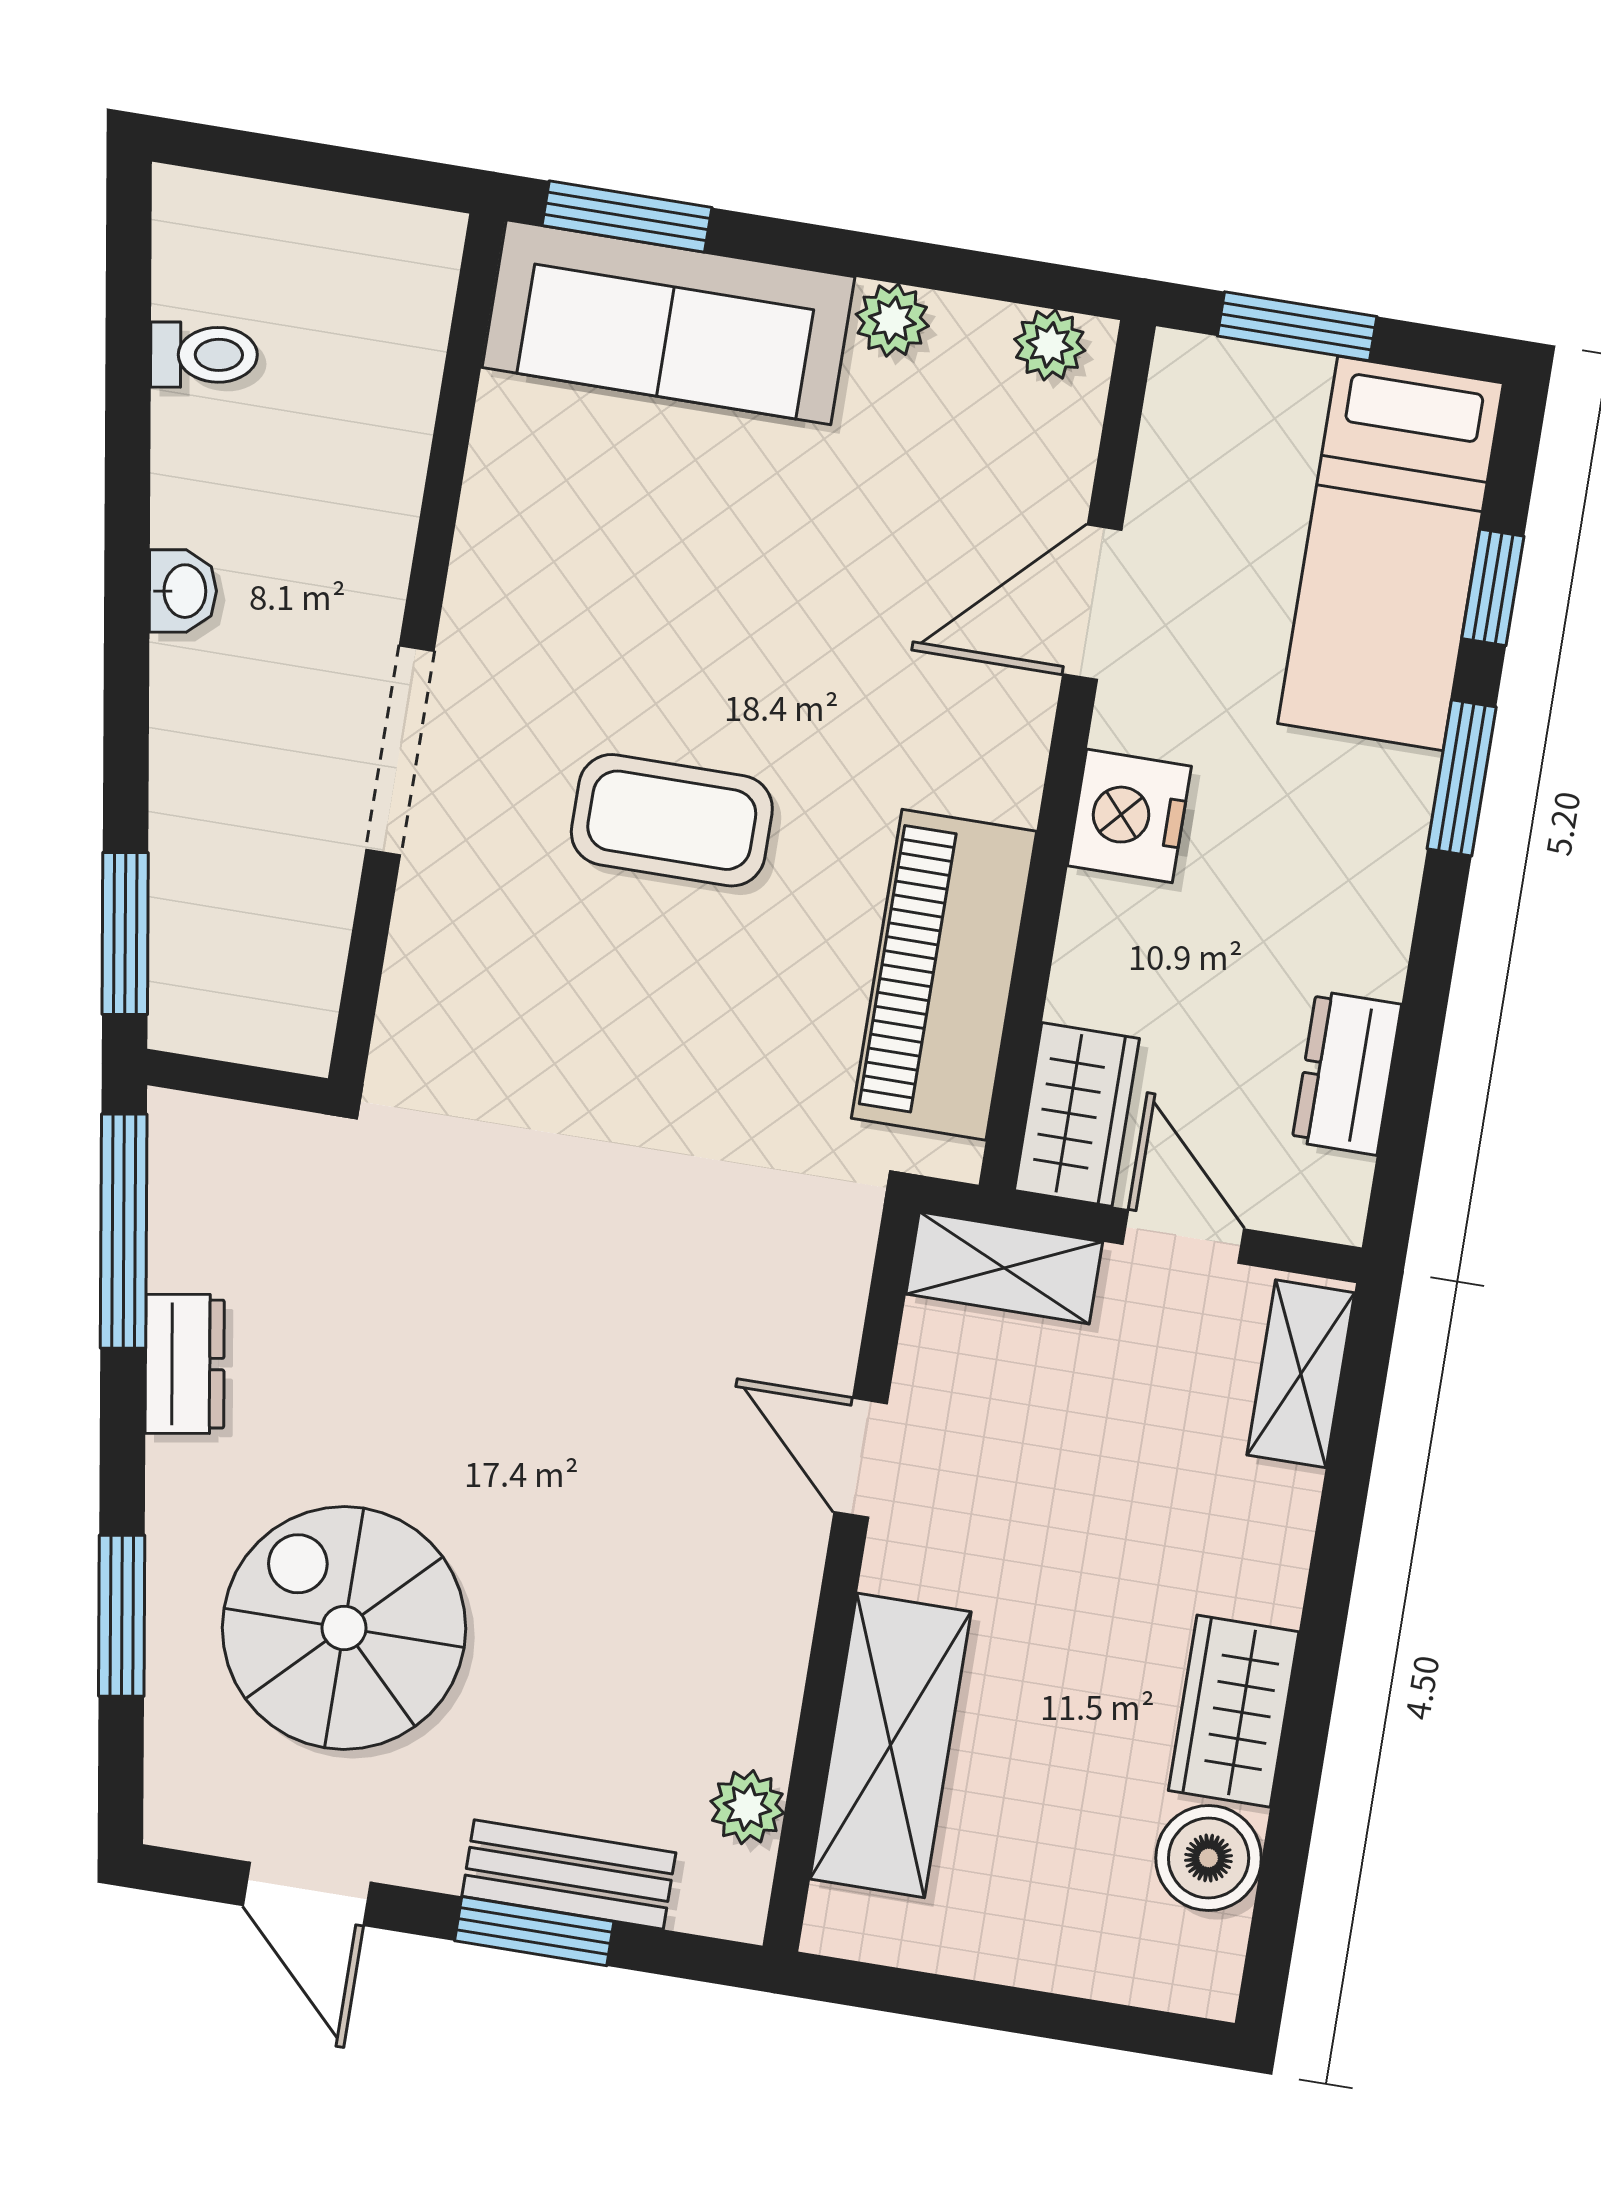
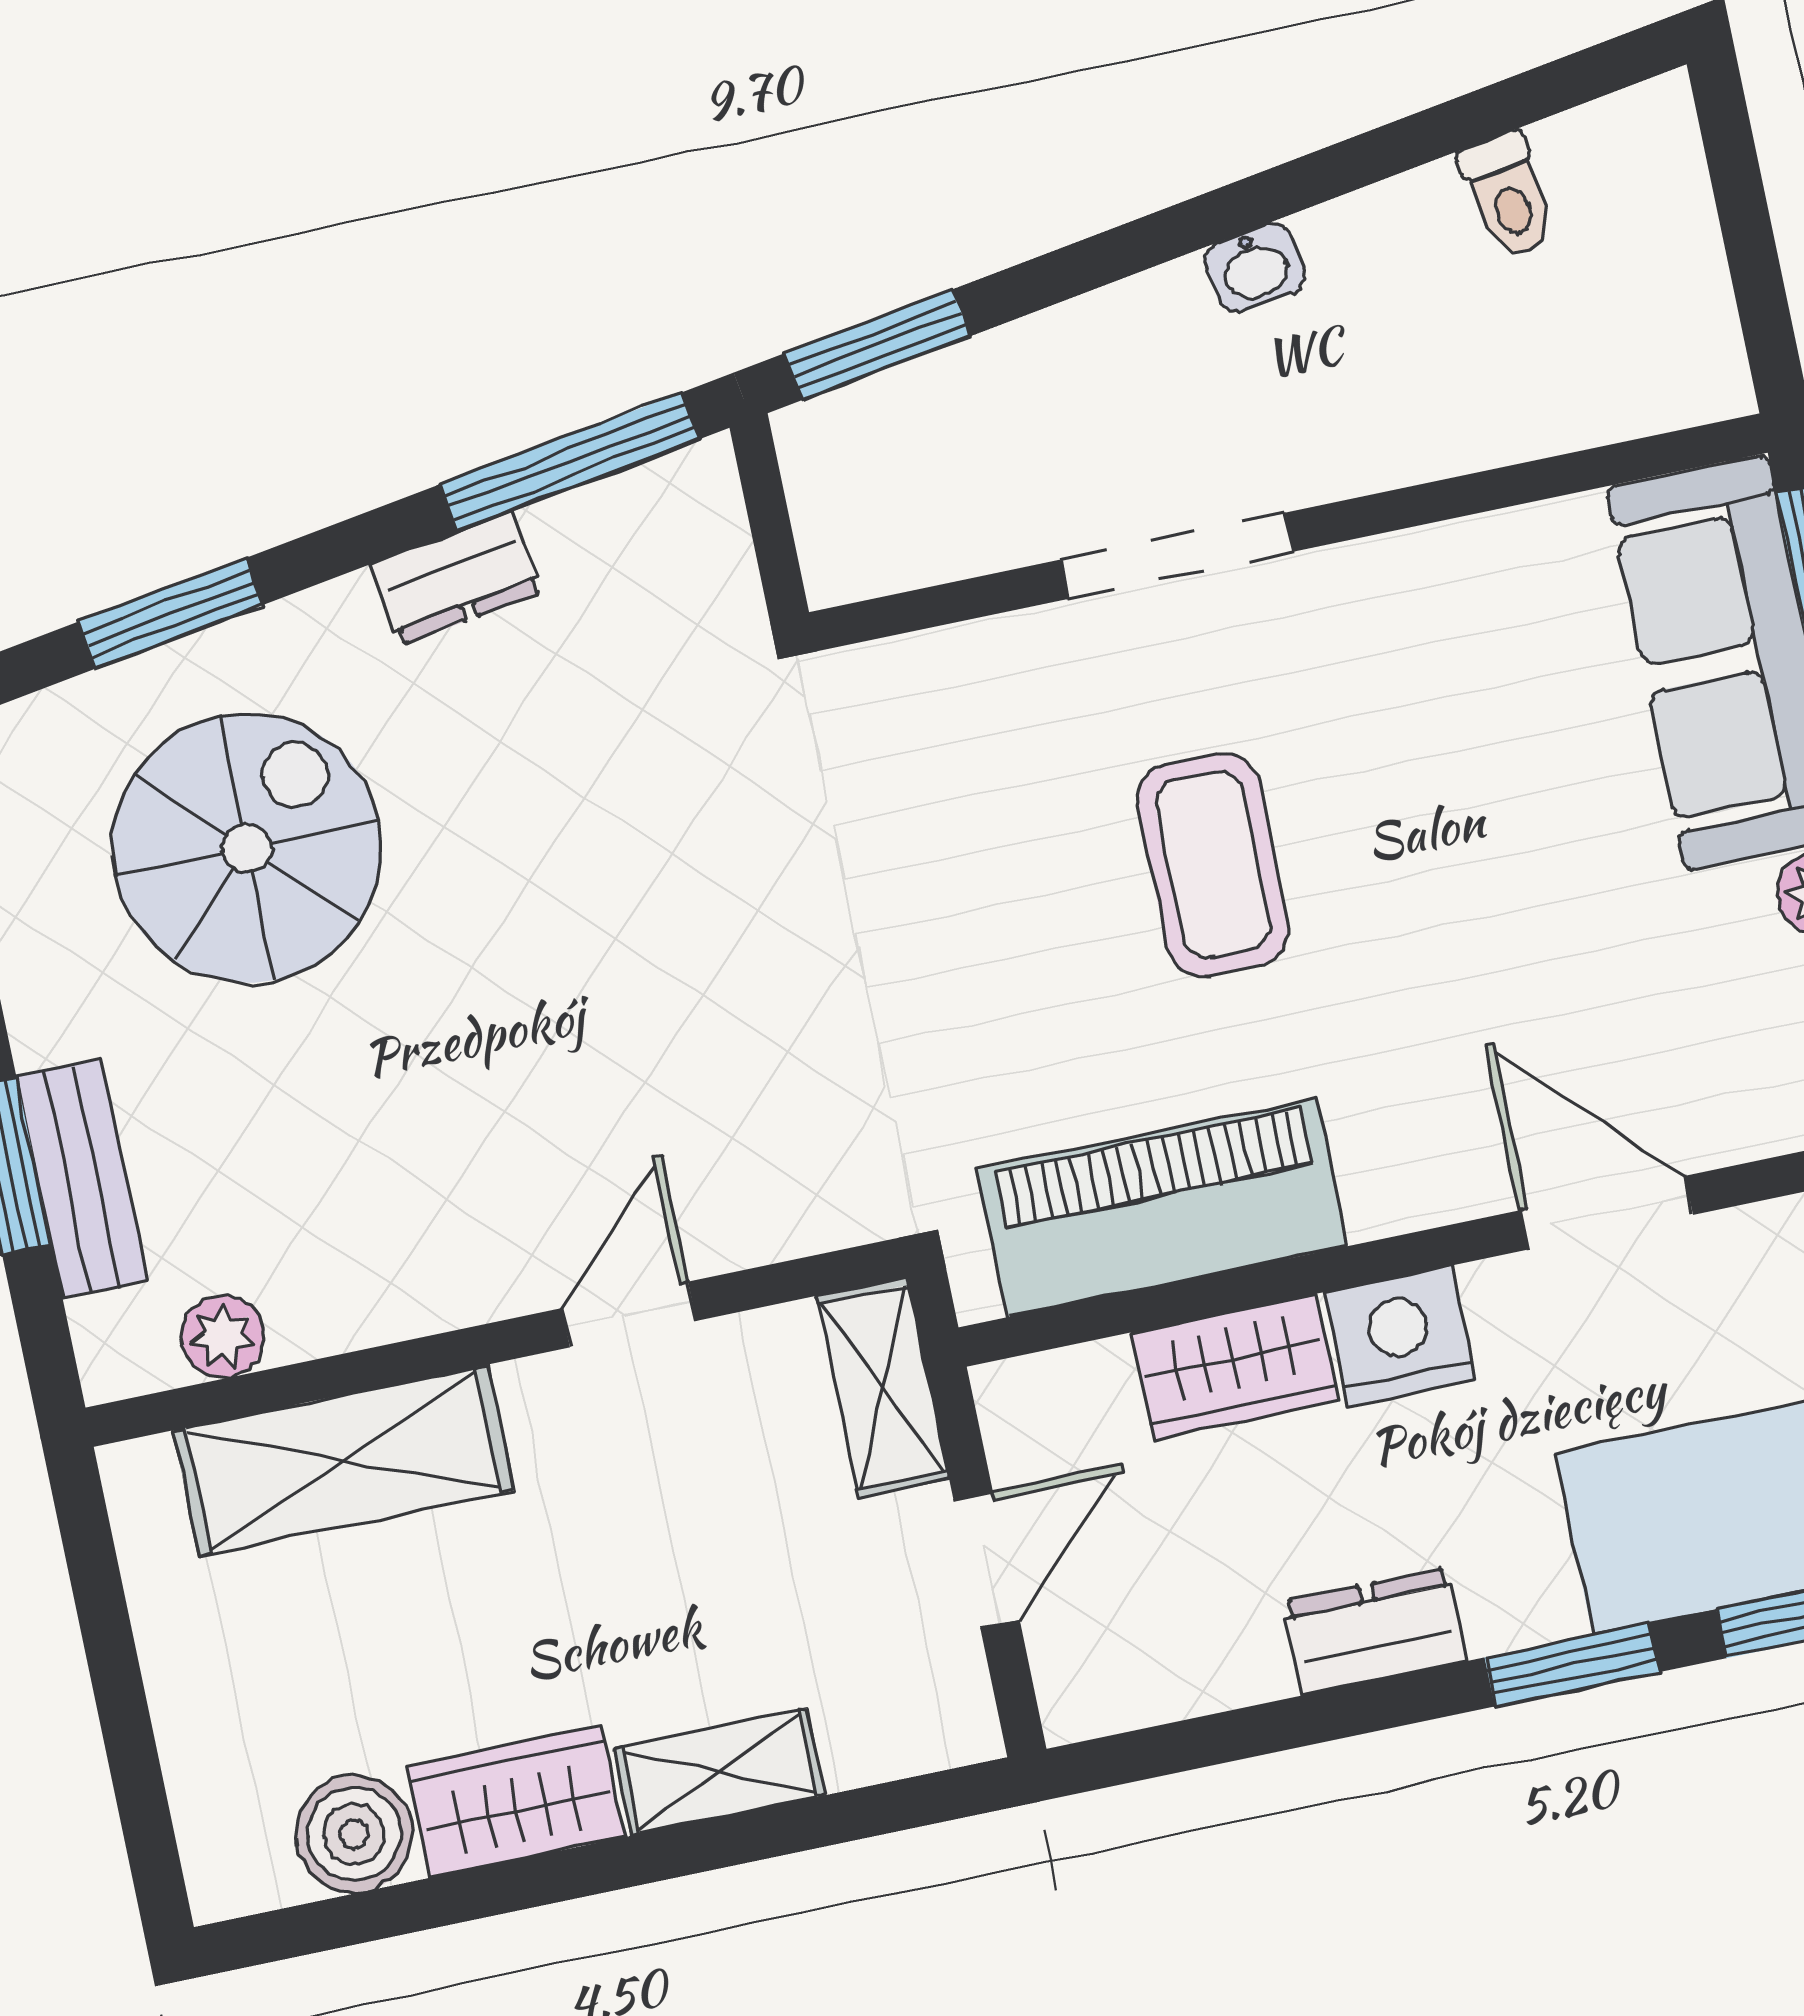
dresser: (1347, 1073) -> (1375, 1632), moved
wardrobe: (1077, 1115) -> (1235, 1367), moved
shelving: (1301, 1374) -> (719, 1772), moved

